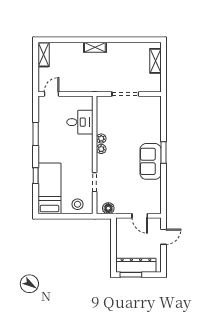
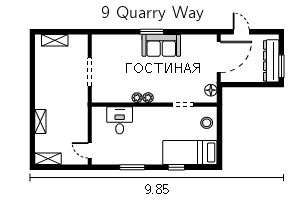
shelving: (95, 47) -> (40, 121), moved
door: (140, 216) -> (219, 57), width x1.87

